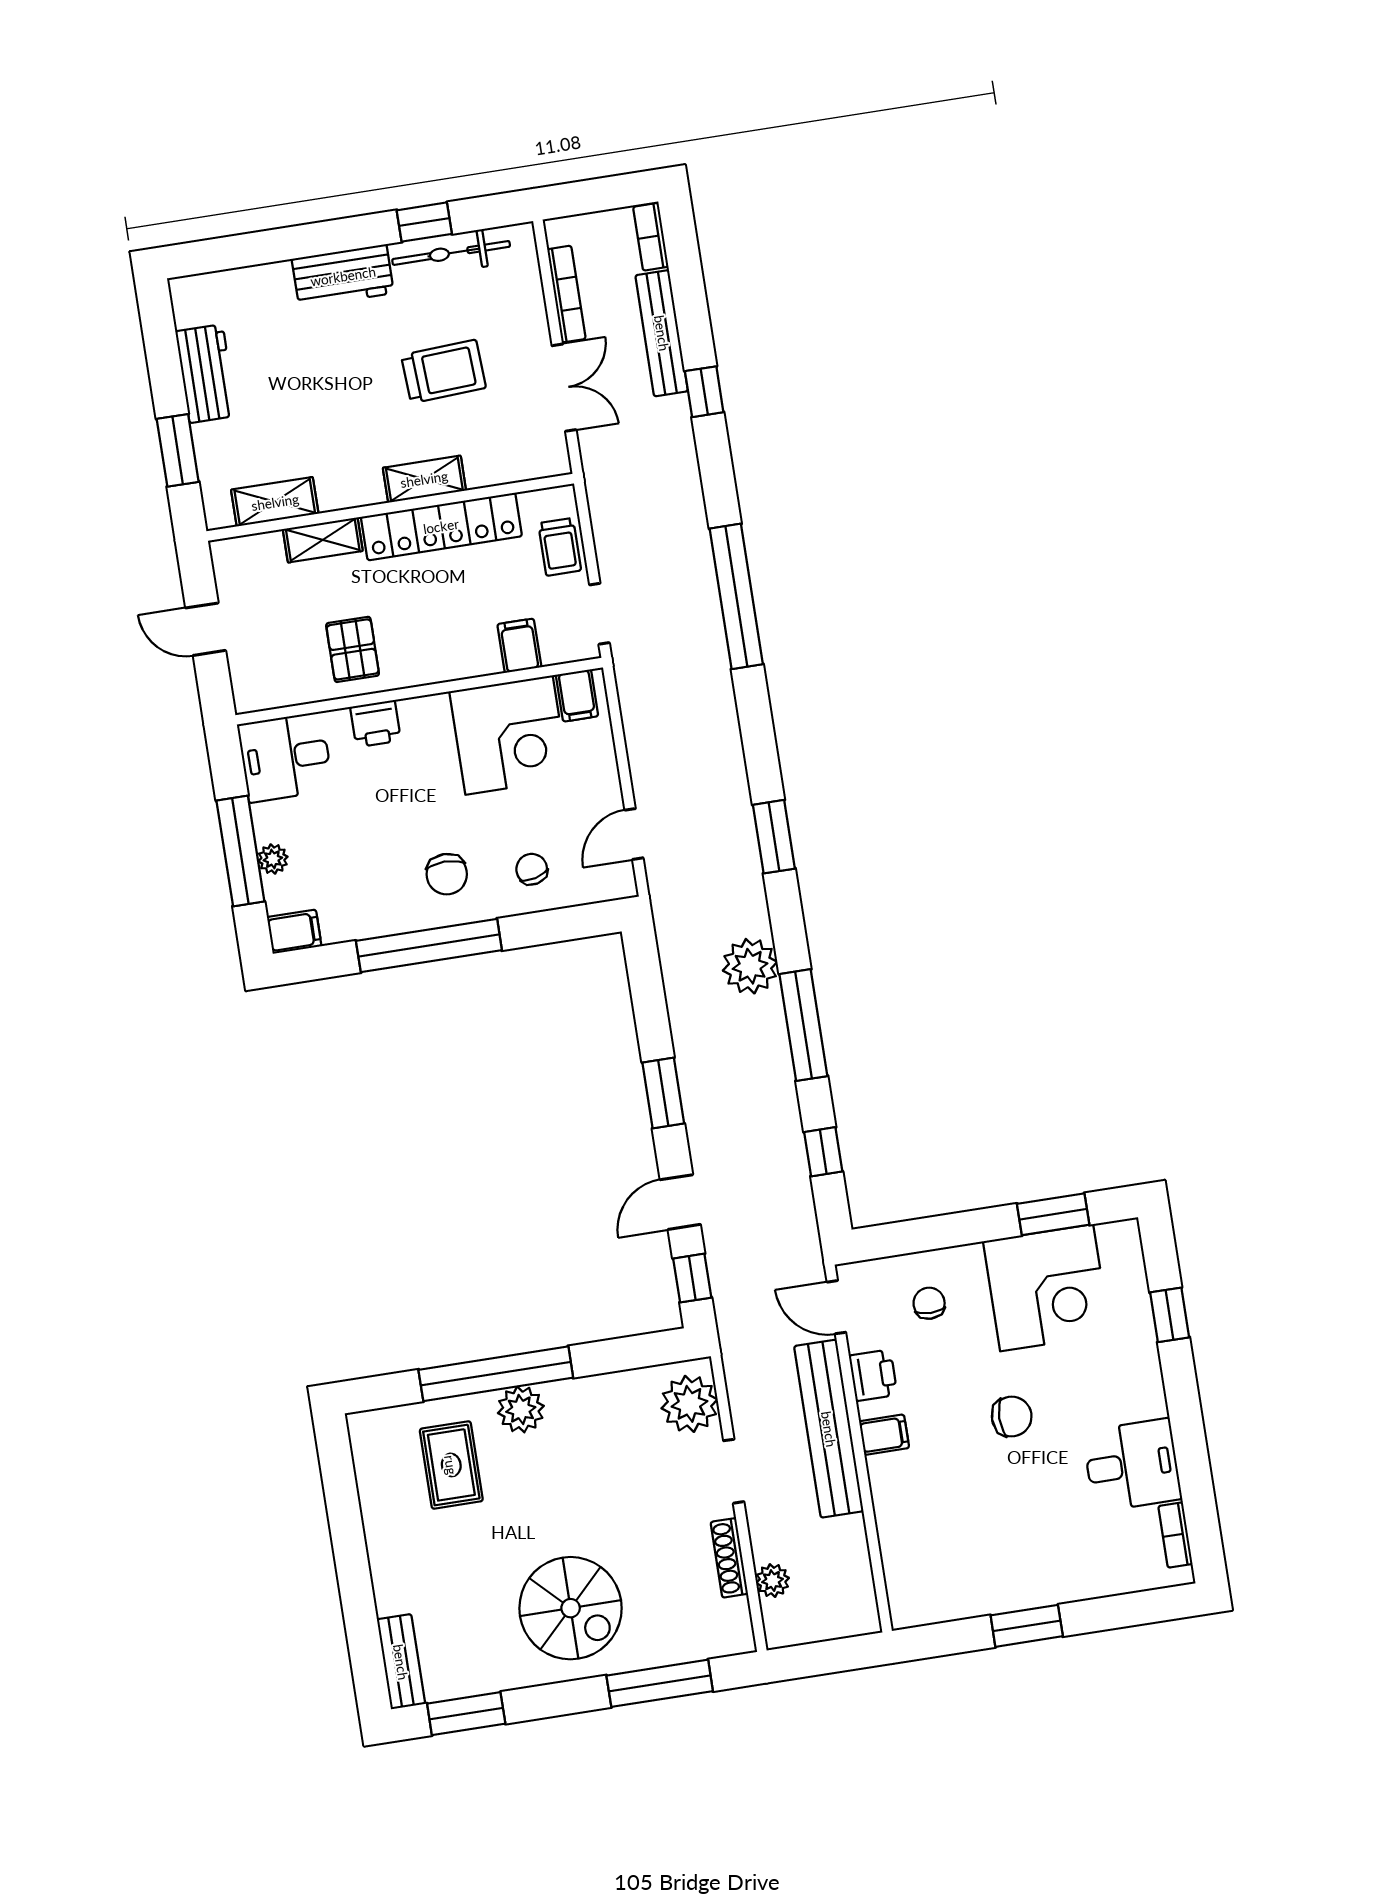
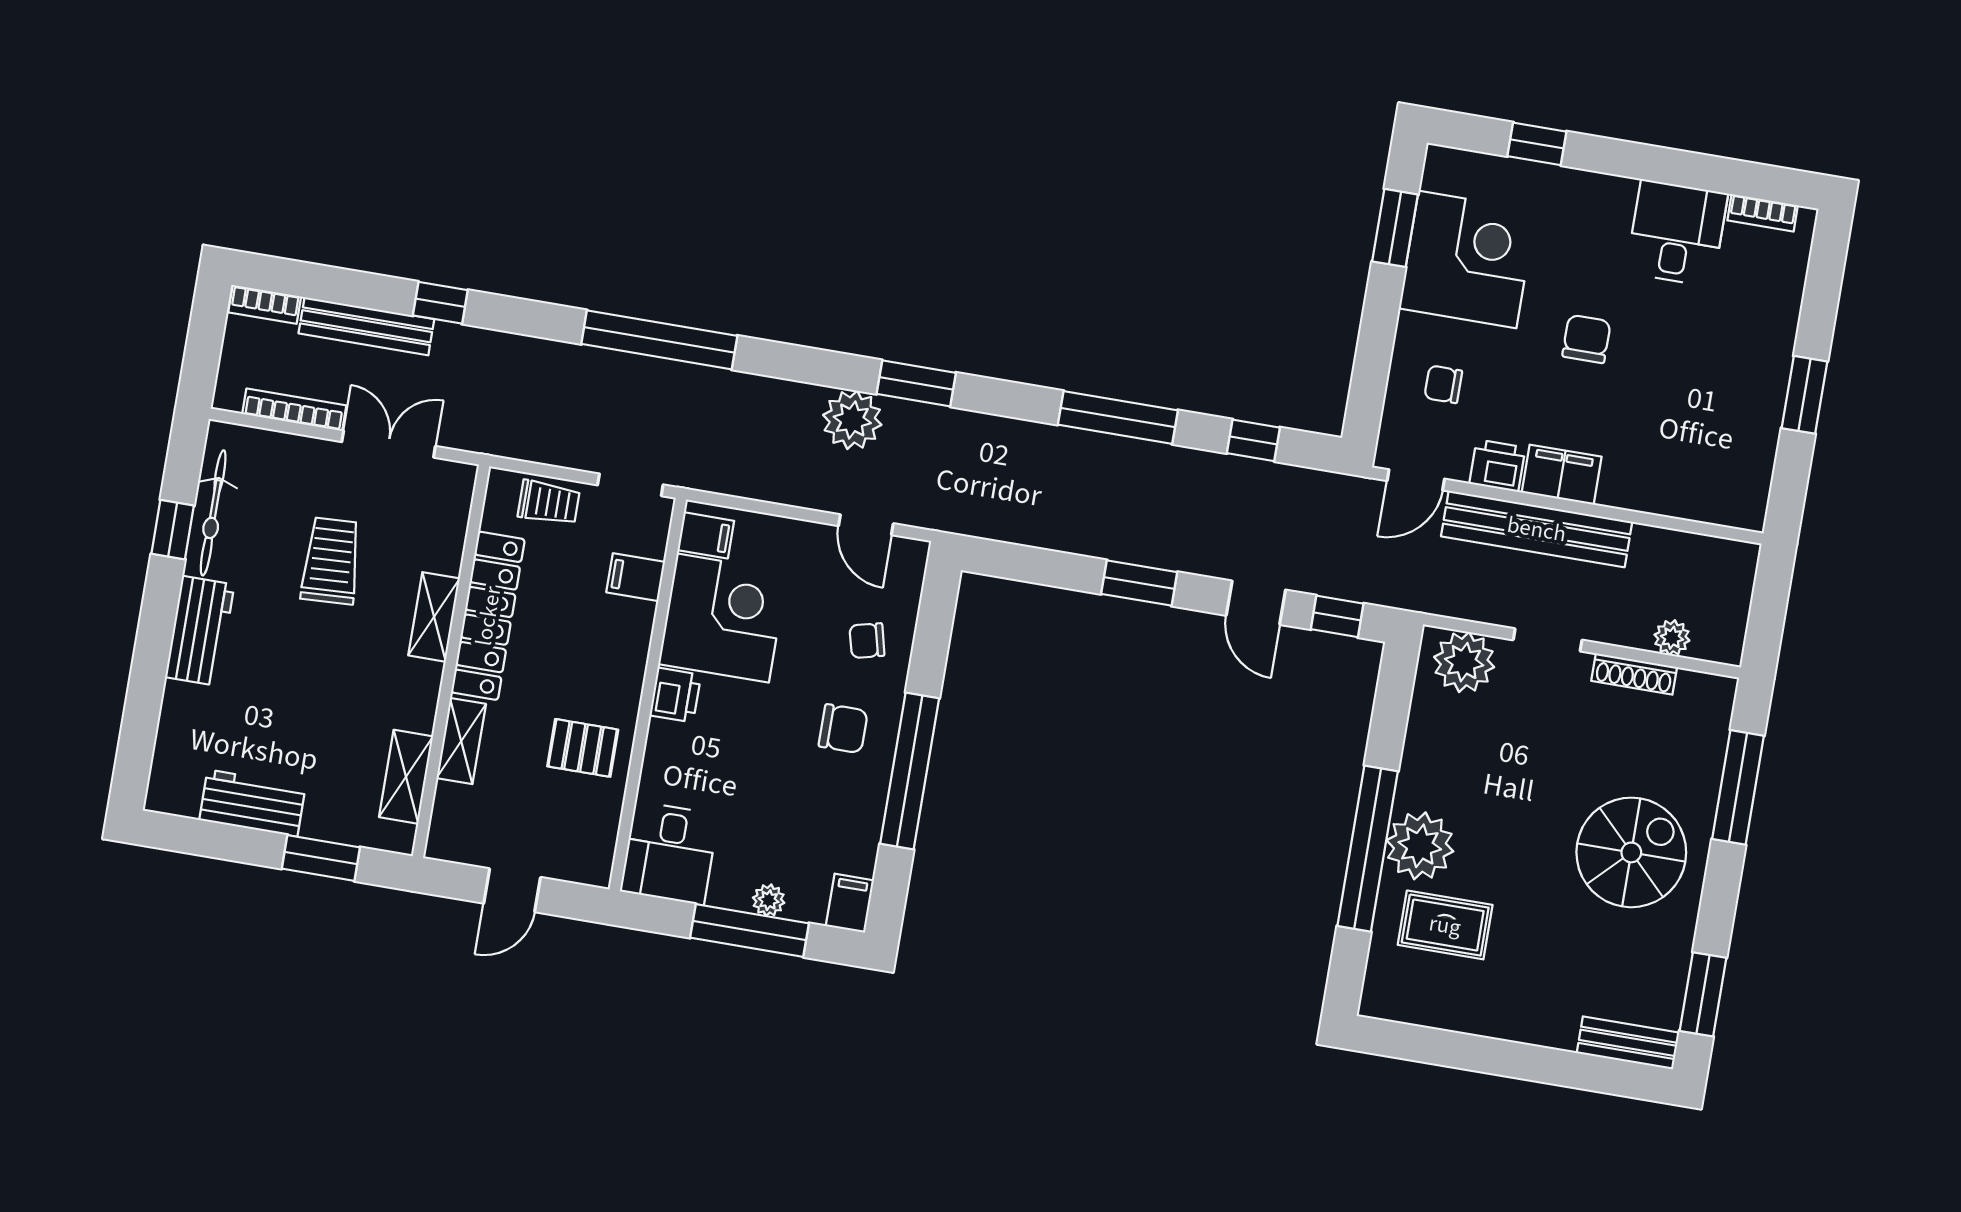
printer: (376, 724) -> (675, 695), moved
plant: (750, 966) -> (852, 420), moved
plant: (521, 1409) -> (1420, 846), width x1.36, depth x1.36
filing cabinet: (884, 1435) -> (1562, 475), width x2.00

